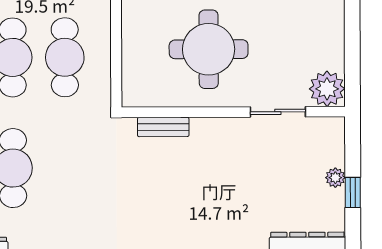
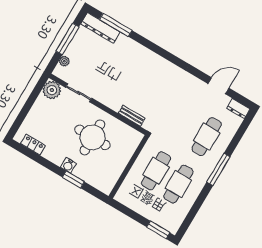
plant: (335, 178) -> (64, 61), moved
window: (353, 193) -> (67, 39), width x2.17

